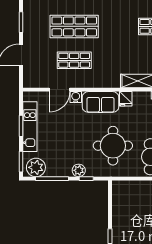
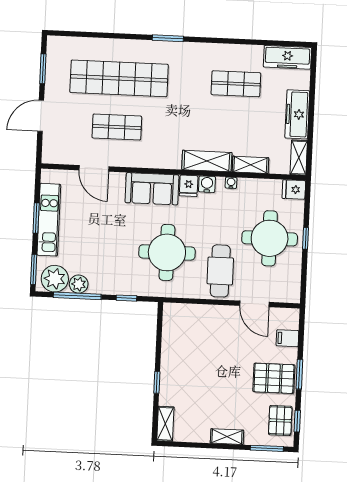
shop shelf: (74, 26) -> (119, 78), width x1.40
door: (60, 90) -> (94, 168), hinge flipped
water cooler: (76, 97) -> (207, 184), moved
plant: (79, 170) -> (79, 284), moved

